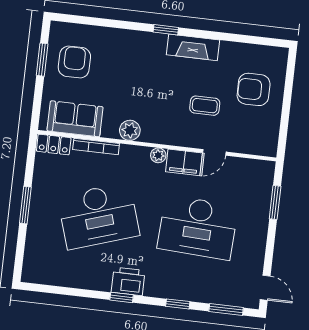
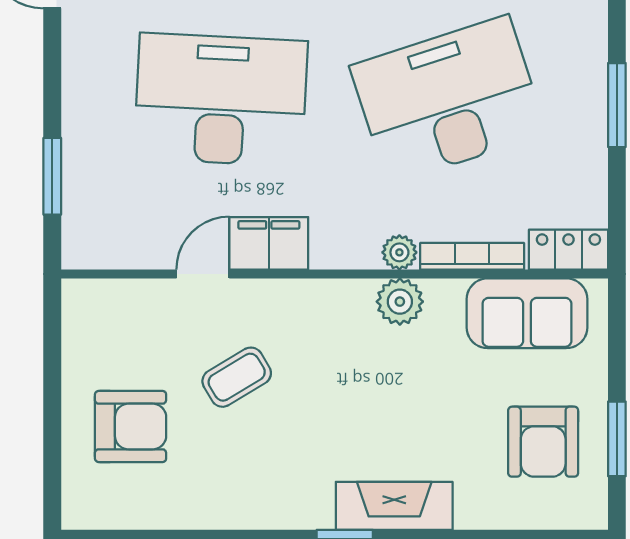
fireplace: (193, 47) -> (394, 506), moved
coffee table: (205, 106) -> (237, 377), turned -31
plant: (158, 155) -> (399, 252), moved

